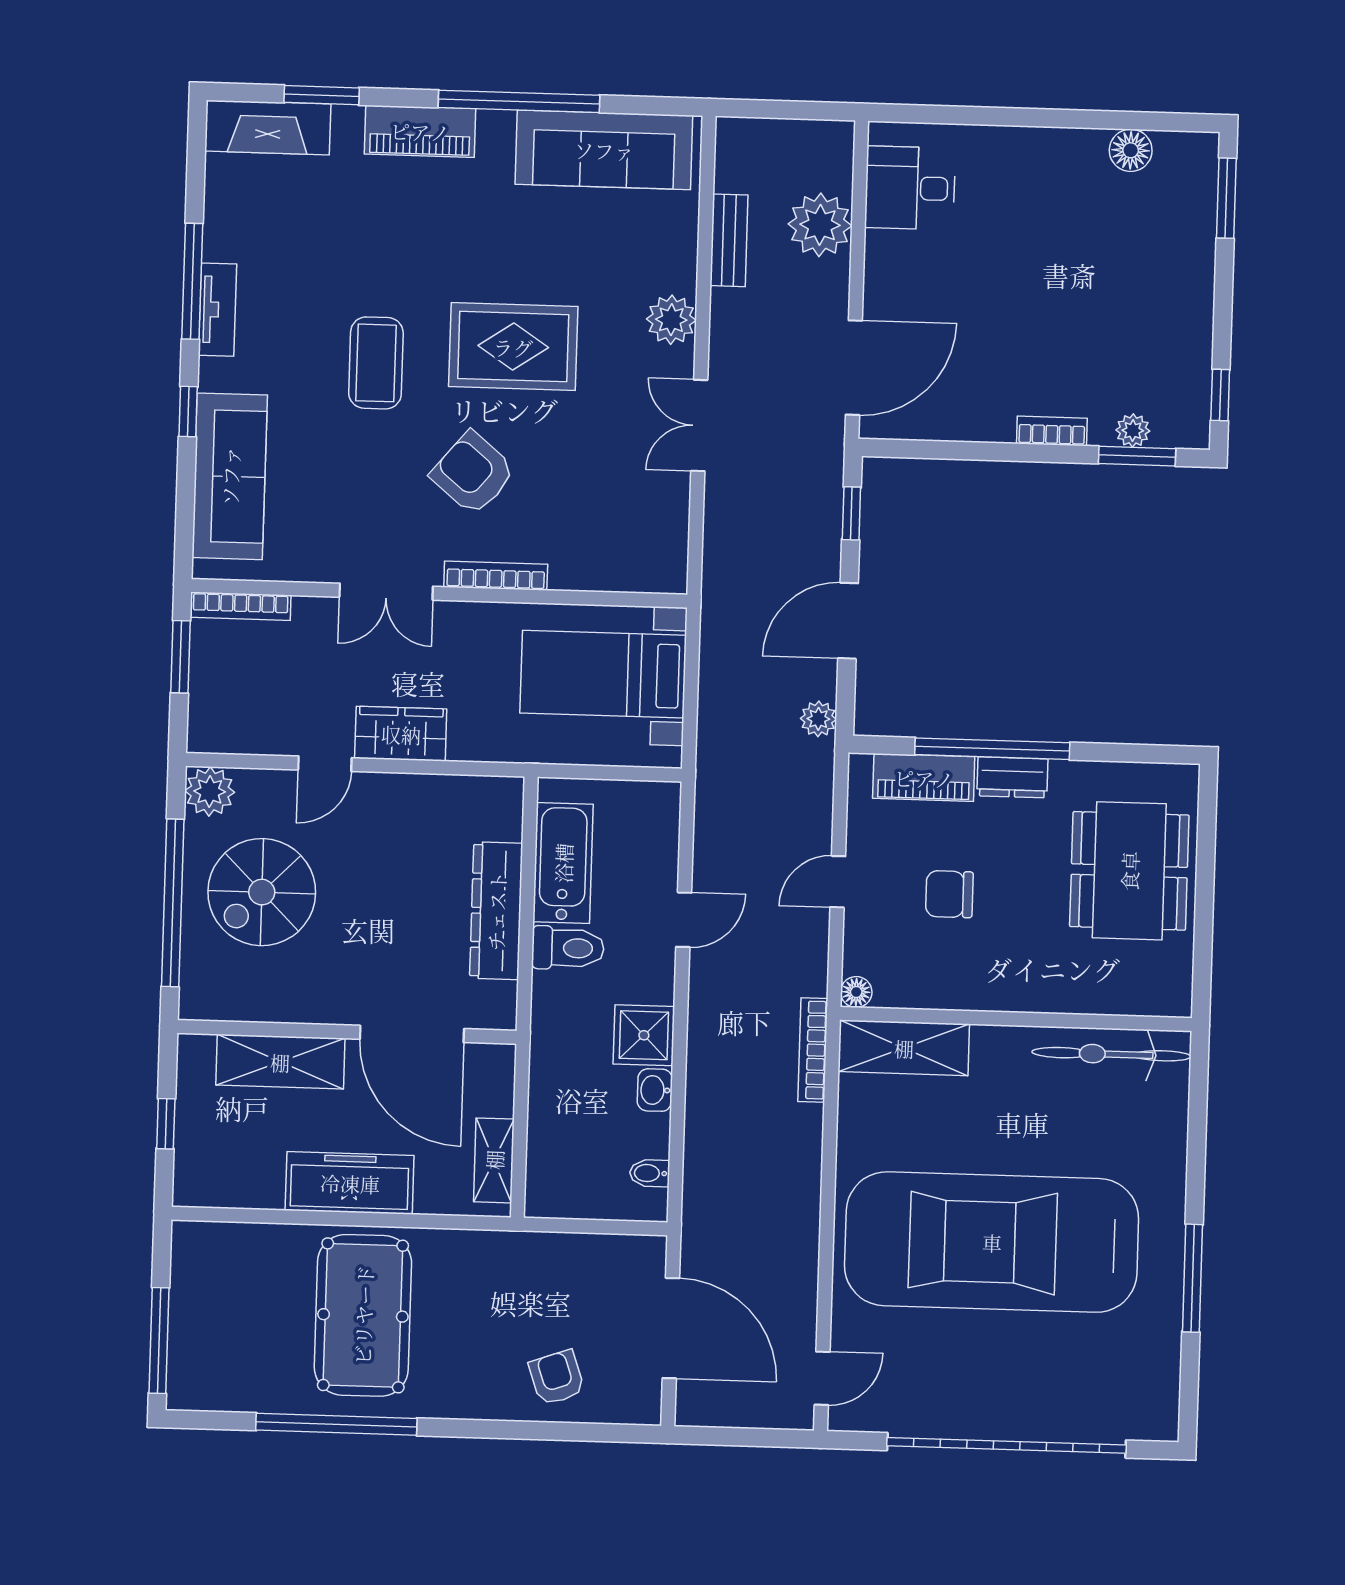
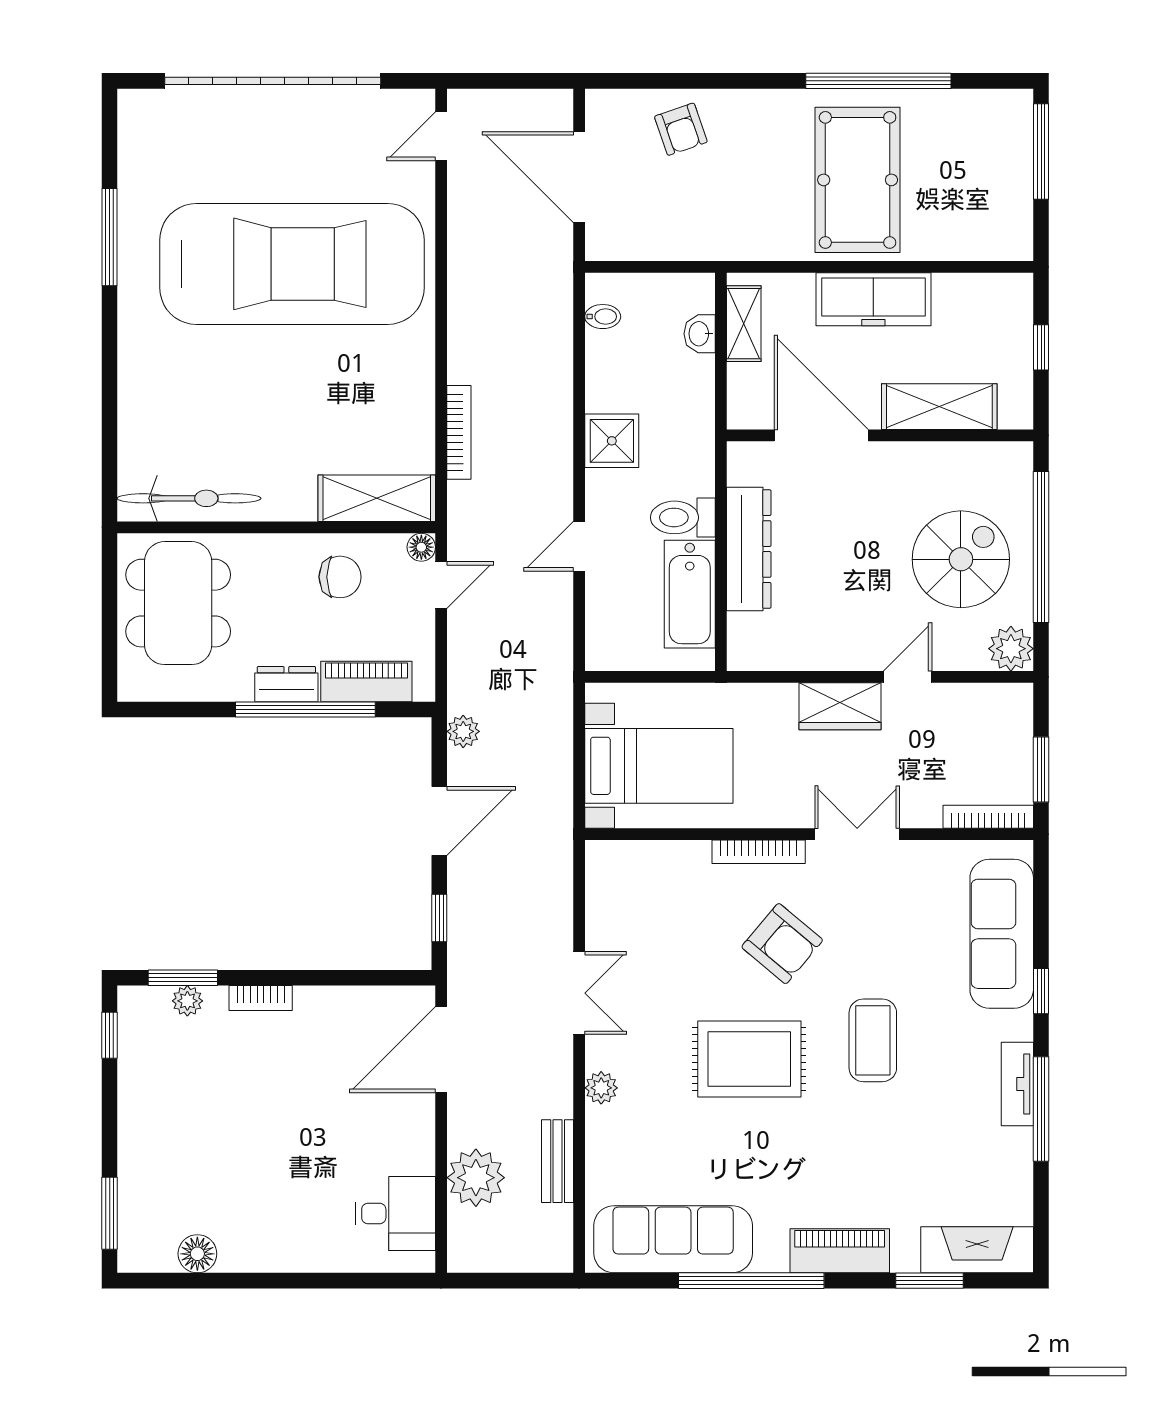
plant: (671, 320) -> (601, 1088), width x0.73, depth x0.73
floor lamp: (856, 992) -> (421, 547), moved
wall: (1016, 1019) -> (276, 527), moved
shelving: (904, 1048) -> (377, 498), moved
bicycle: (1111, 1054) -> (189, 498), moved
washbasin: (655, 1090) -> (700, 334), moved, turned 180

